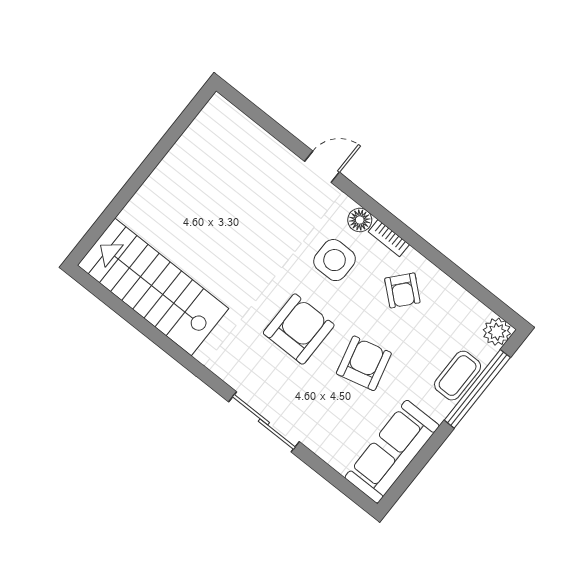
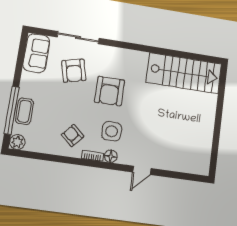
armchair: (364, 363) -> (74, 71), moved
sliding door: (264, 422) -> (78, 38), moved
sofa: (392, 452) -> (36, 53), width x0.73

